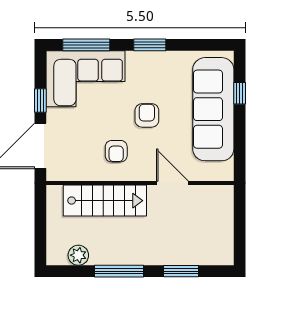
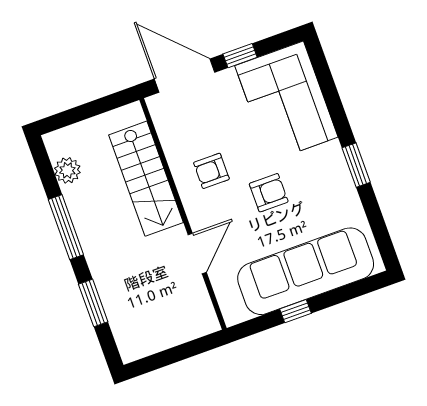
window: (86, 45) -> (328, 87), removed
window: (240, 93) -> (296, 311), moved

